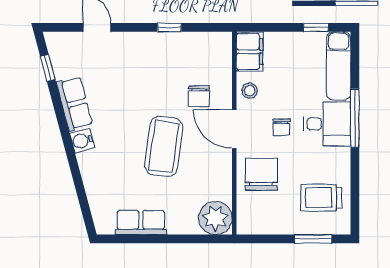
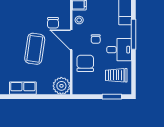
desk: (327, 124) -> (119, 50), moved

